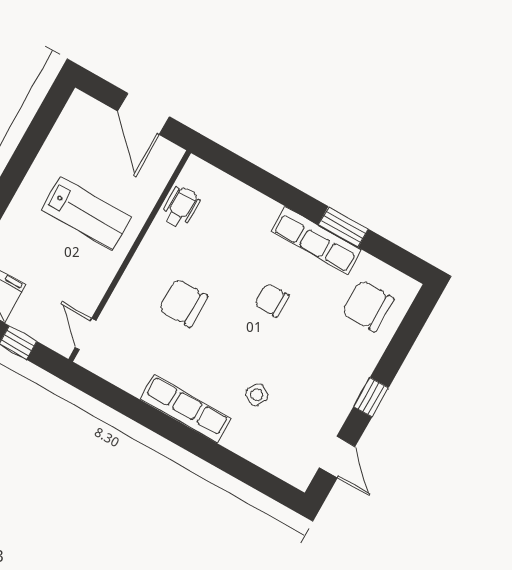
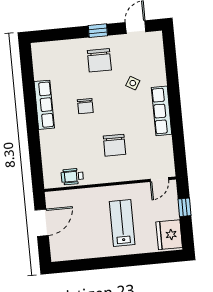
lab bench: (86, 213) -> (122, 223), moved
window: (343, 227) -> (30, 97), removed
chair: (368, 306) -> (99, 60), moved

